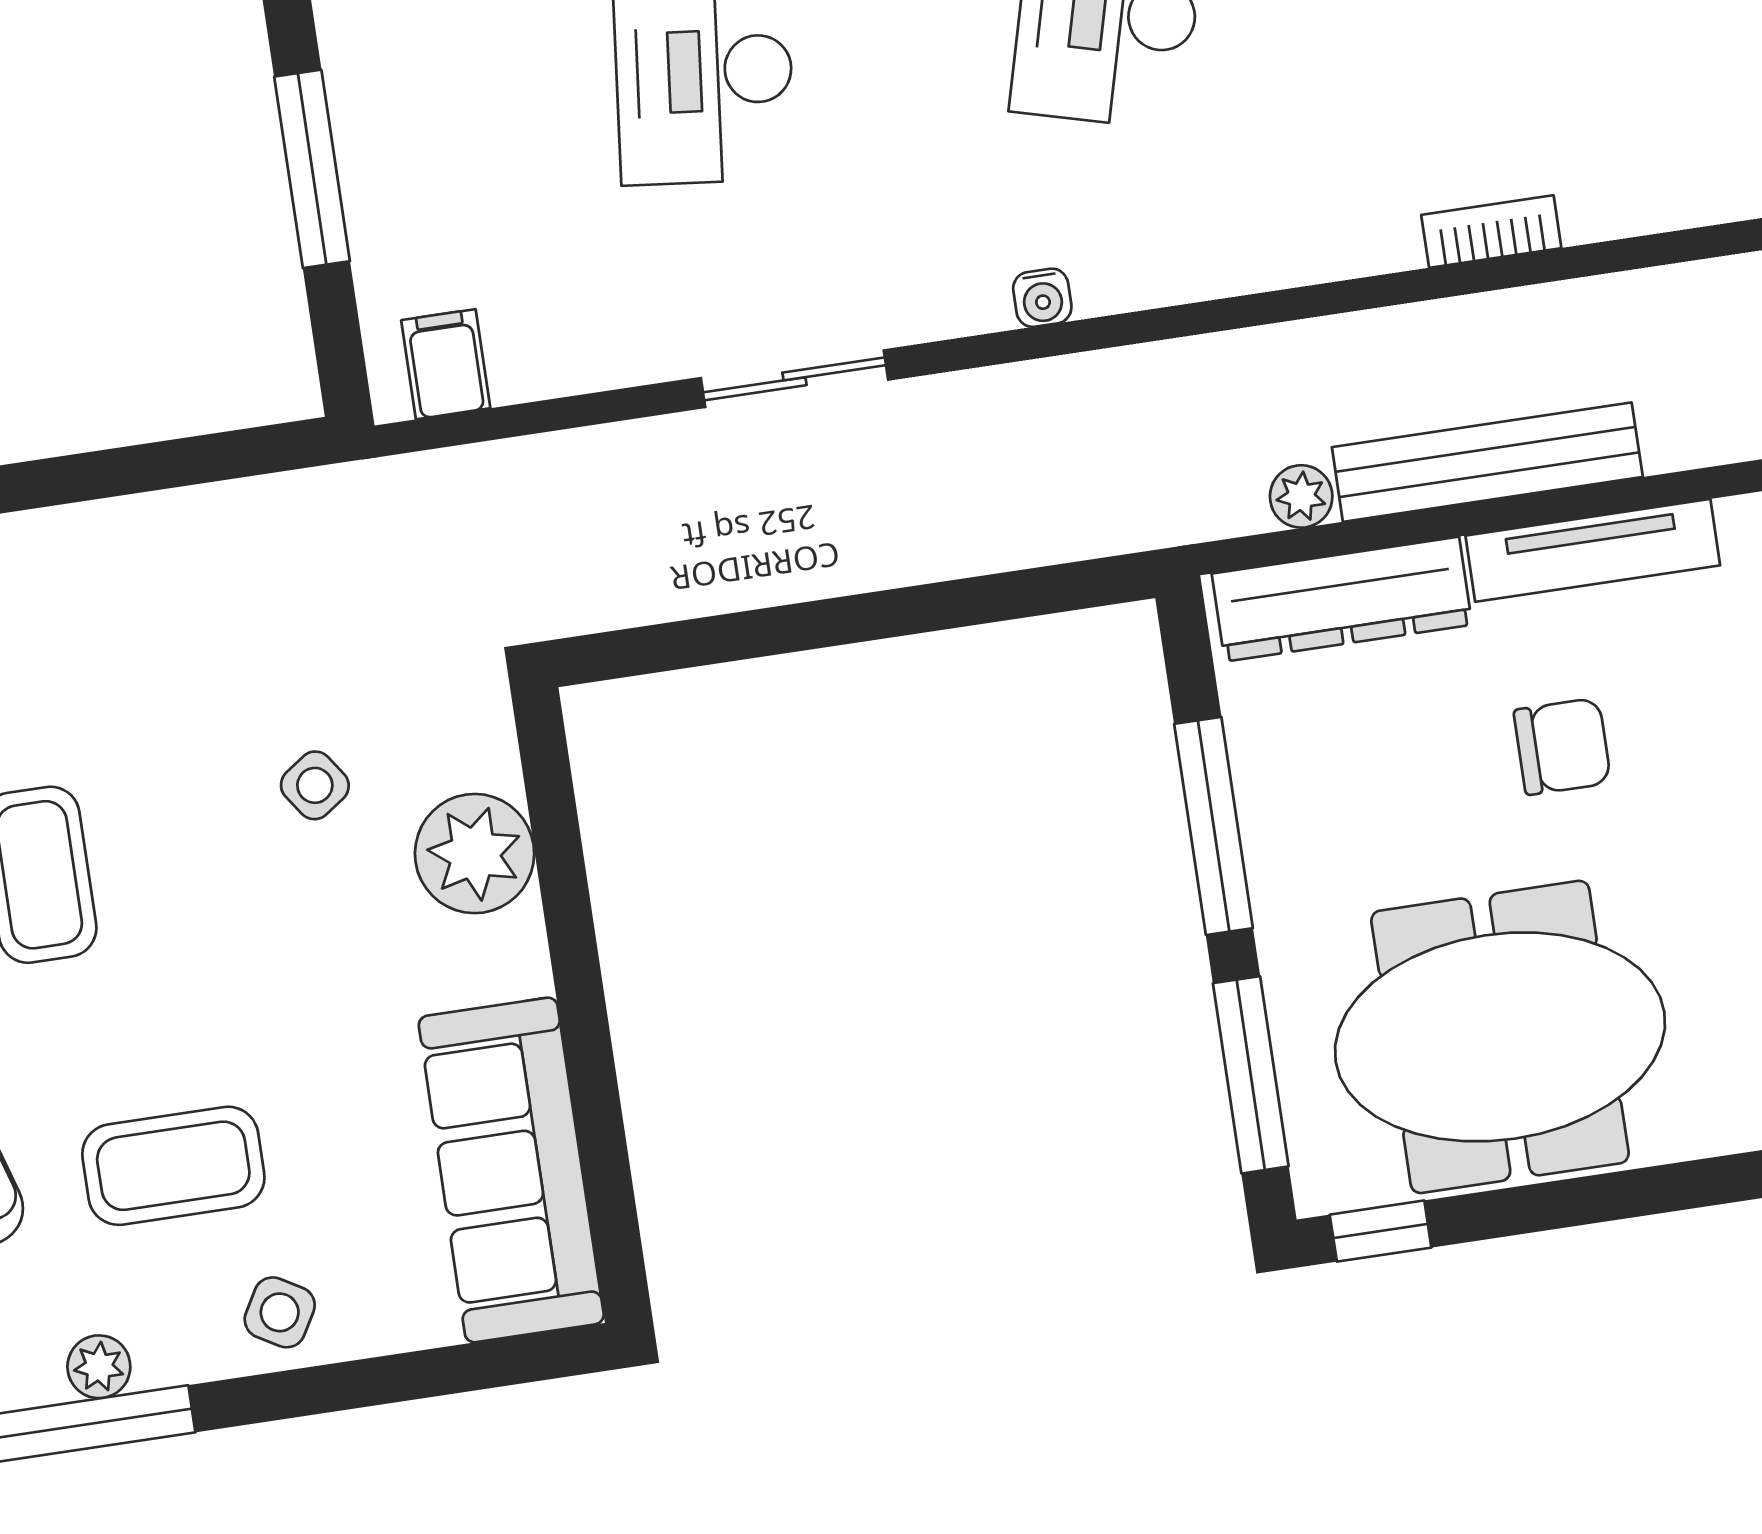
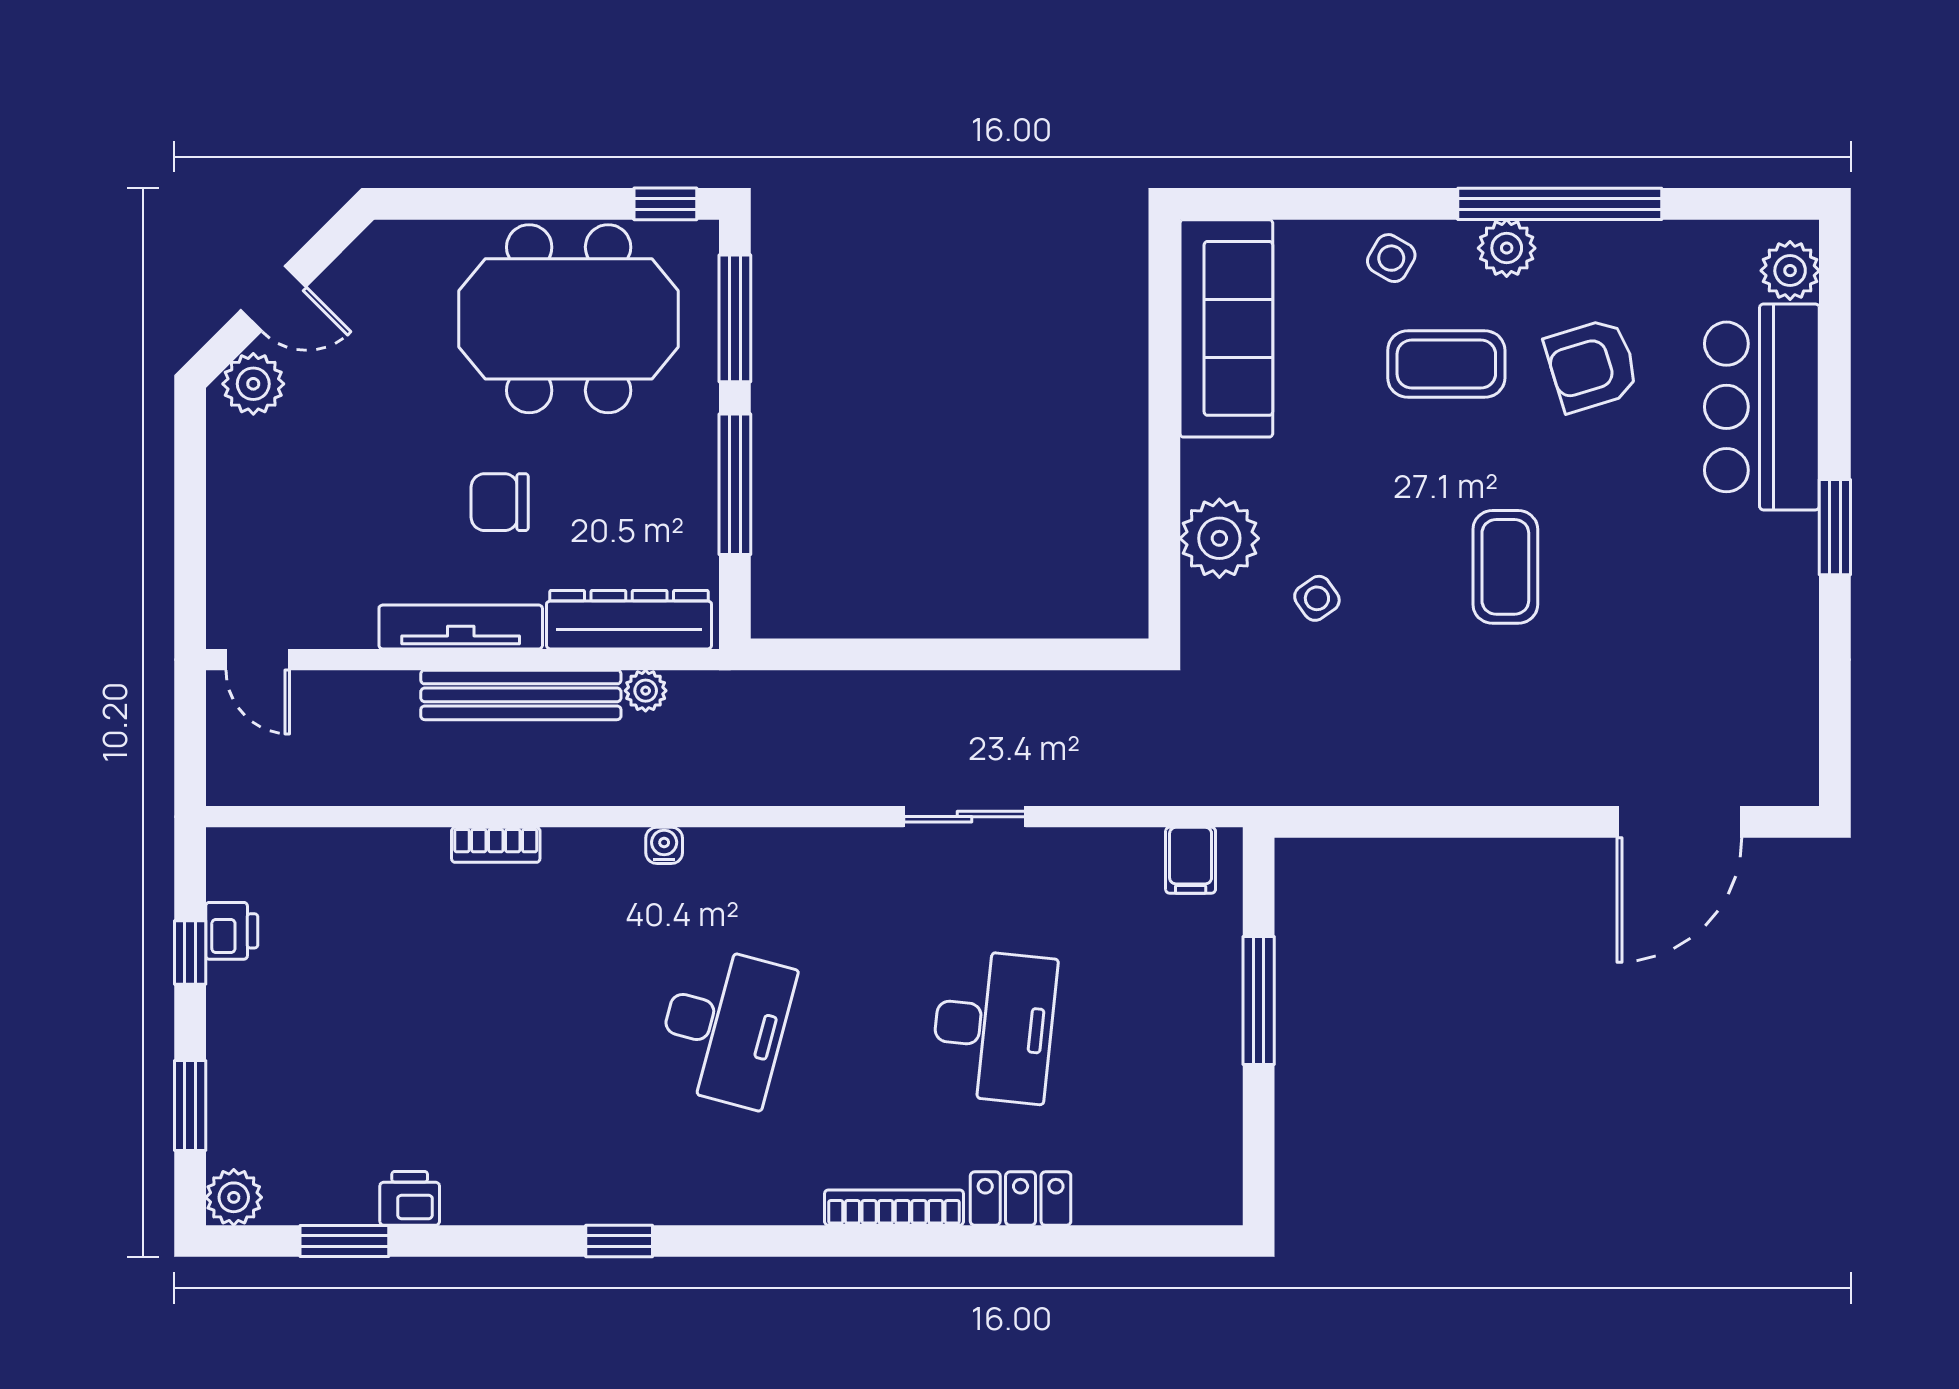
water cooler: (1042, 298) -> (664, 845), moved
plant: (99, 1367) -> (1507, 248), width x1.38, depth x1.38

